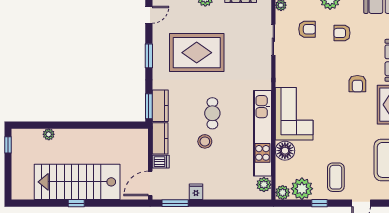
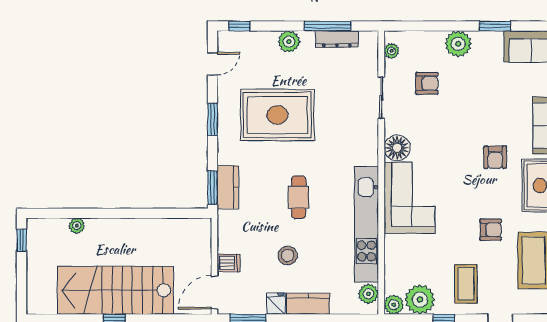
armchair: (342, 33) -> (491, 230), moved, turned 180
kitchen counter: (160, 138) -> (308, 304), moved, turned -90
stool: (205, 141) -> (288, 255), moved
floor lamp: (285, 151) -> (397, 148), moved

